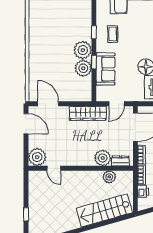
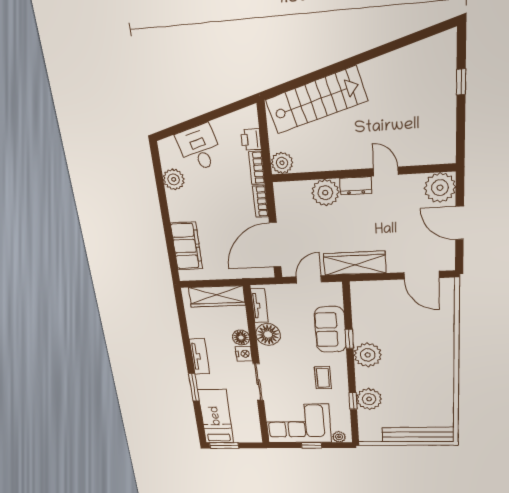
window: (94, 32) -> (353, 401), moved
plant: (83, 68) -> (369, 399), moved
door: (26, 124) -> (460, 223), moved
dresser: (121, 161) -> (356, 186), moved
door: (54, 168) -> (386, 171), moved
plant: (109, 177) -> (282, 163), moved

